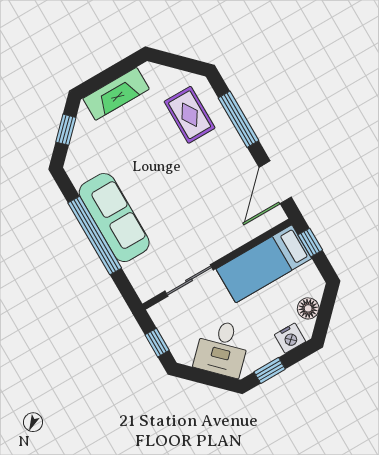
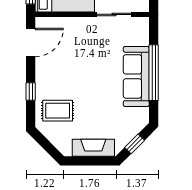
rug: (190, 115) -> (58, 111), turned 90
window: (239, 119) -> (31, 91), width x0.46

